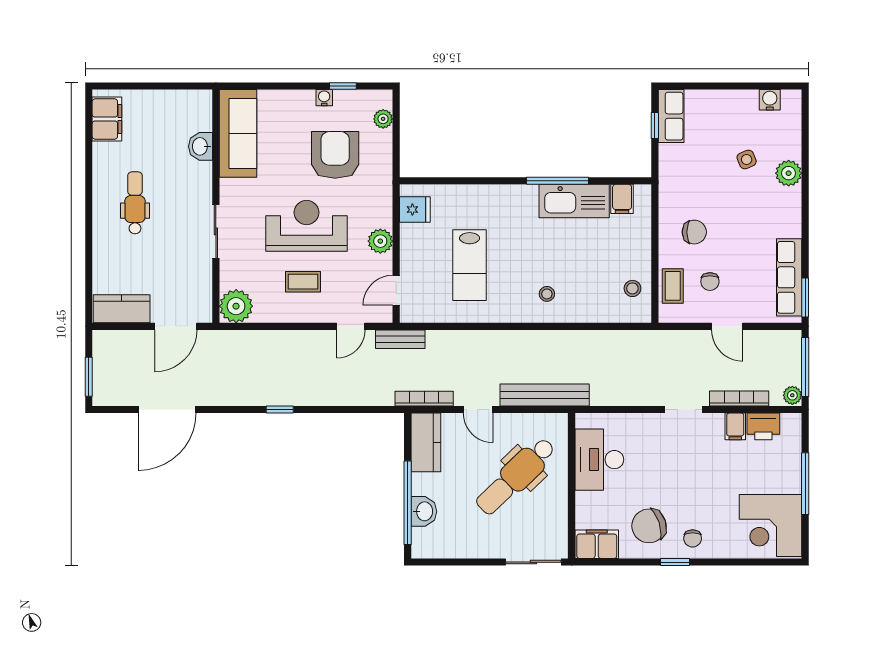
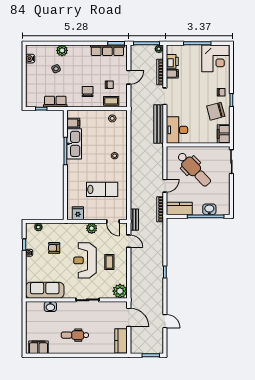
row of seats: (671, 116) -> (55, 102), moved
armchair: (335, 155) -> (54, 248), width x0.53, depth x0.53
bench: (545, 395) -> (159, 124), moved
door: (167, 410) -> (165, 321), width x0.53
desk: (599, 460) -> (177, 130), moved, turned 90
chair: (649, 526) -> (216, 111), turned 93

